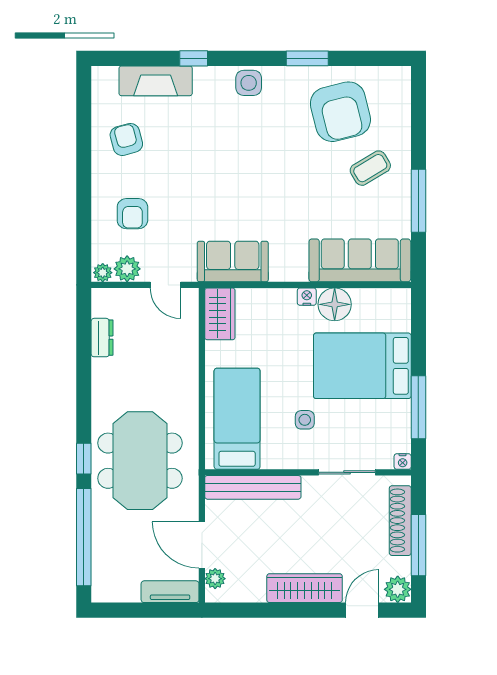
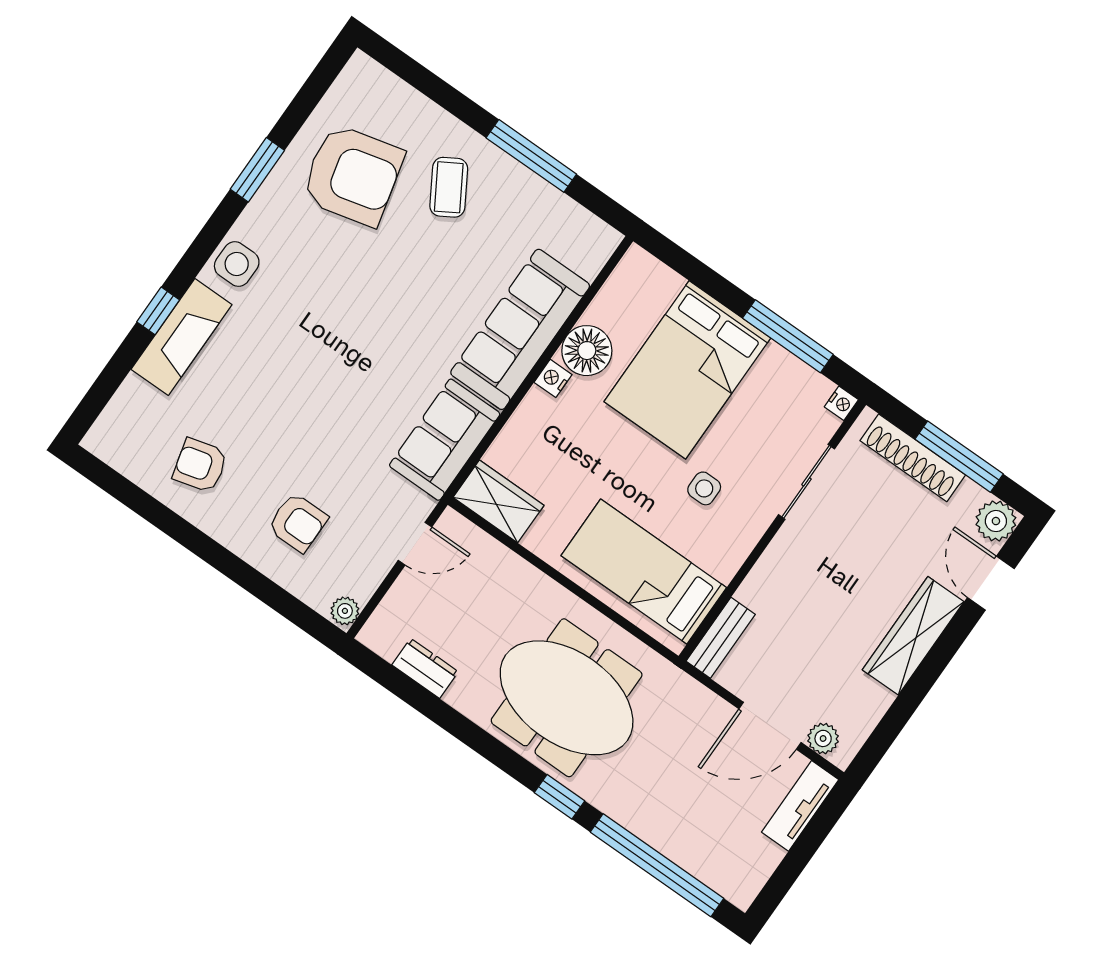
fireplace: (156, 81) -> (182, 337), moved
sofa: (360, 260) -> (520, 329), moved
plant: (127, 269) -> (362, 577), removed
meeting table: (140, 461) -> (567, 698), moved
bench: (253, 487) -> (721, 638), width x0.54, depth x0.82

